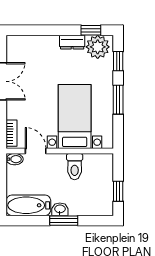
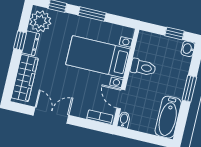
window: (91, 30) -> (20, 41), moved
wardrobe: (34, 44) -> (25, 78), added
door: (36, 151) -> (121, 99), hinge flipped
washbasin: (60, 209) -> (188, 49), moved

